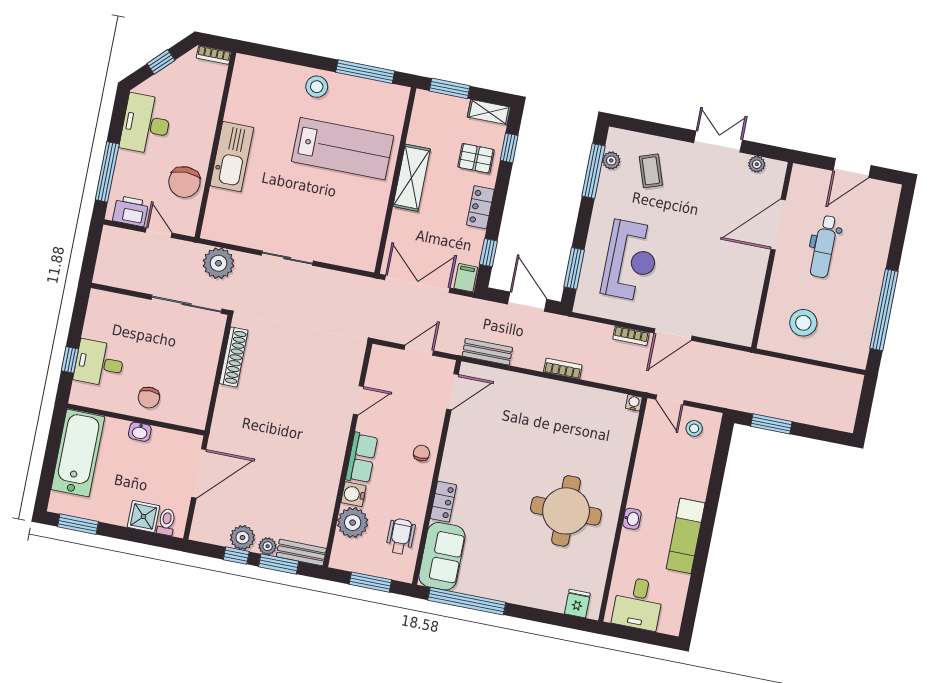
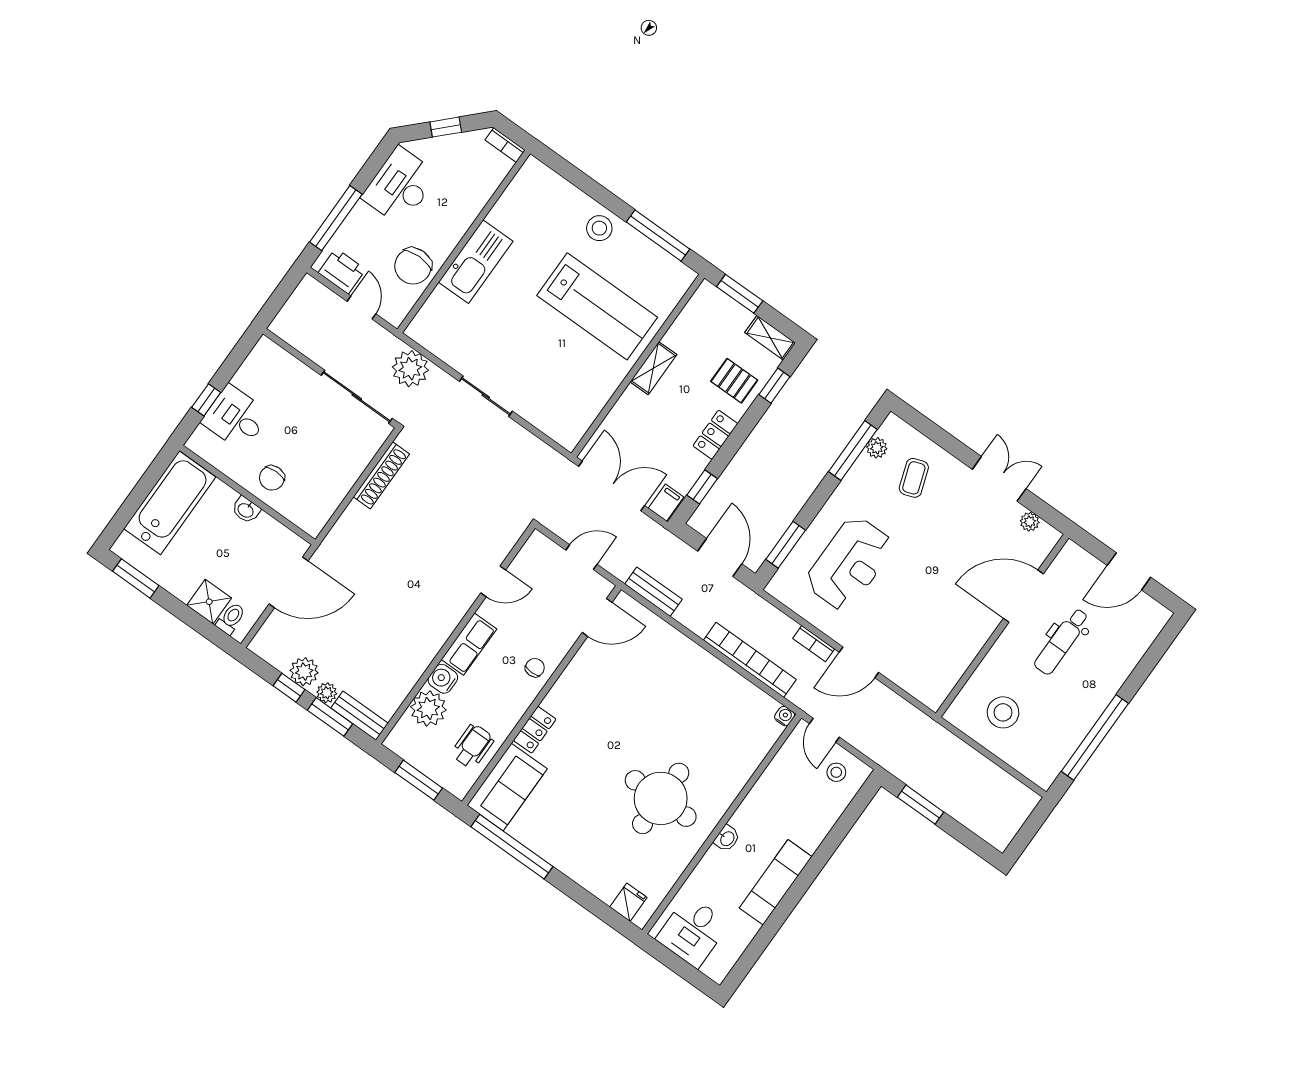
shelving: (412, 178) -> (653, 368), width x0.67, depth x0.75
bookcase: (563, 369) -> (750, 660), width x2.31, depth x1.31

